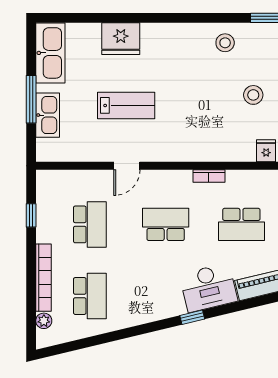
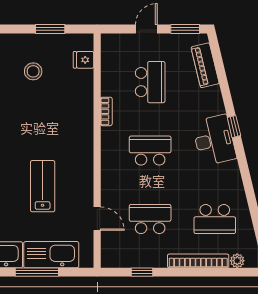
kitchen sink: (48, 115) -> (51, 255), width x1.36, depth x1.24
door: (127, 166) -> (97, 219), moved
school desk: (166, 224) -> (150, 151), turned 90
desk: (209, 288) -> (214, 140), moved
school desk: (90, 296) -> (215, 219), turned 180

